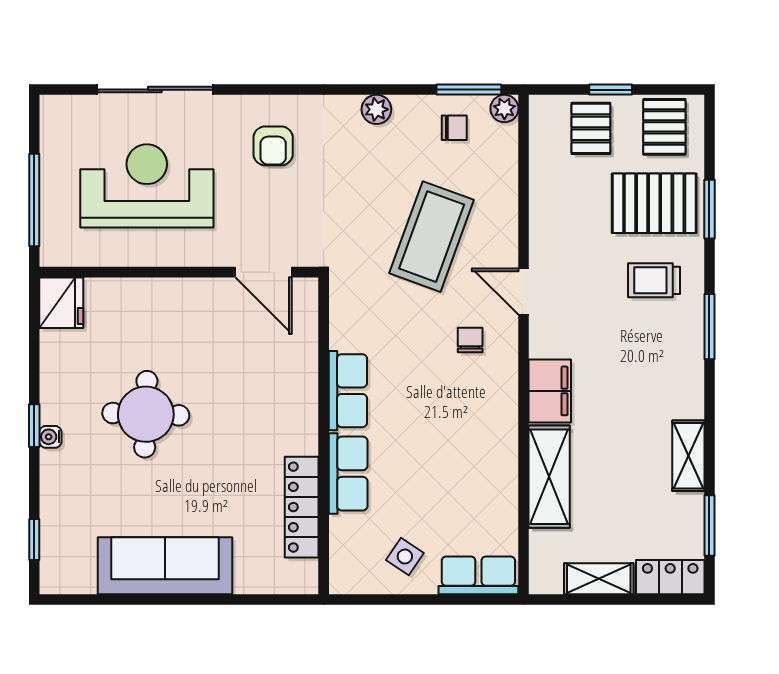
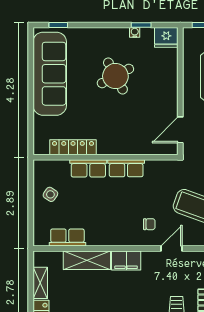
round table: (146, 414) -> (115, 76), turned -30
window: (34, 426) -> (141, 25), moved
water cooler: (50, 437) -> (135, 32), moved
sofa: (165, 566) -> (50, 74), width x1.36, depth x1.27
row of seats: (478, 575) -> (67, 238), moved, turned -90

